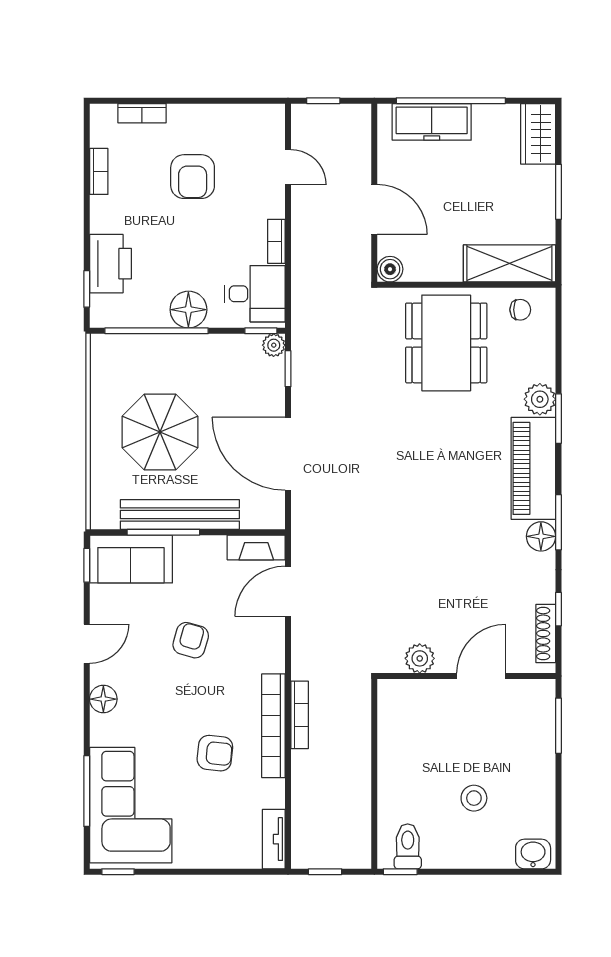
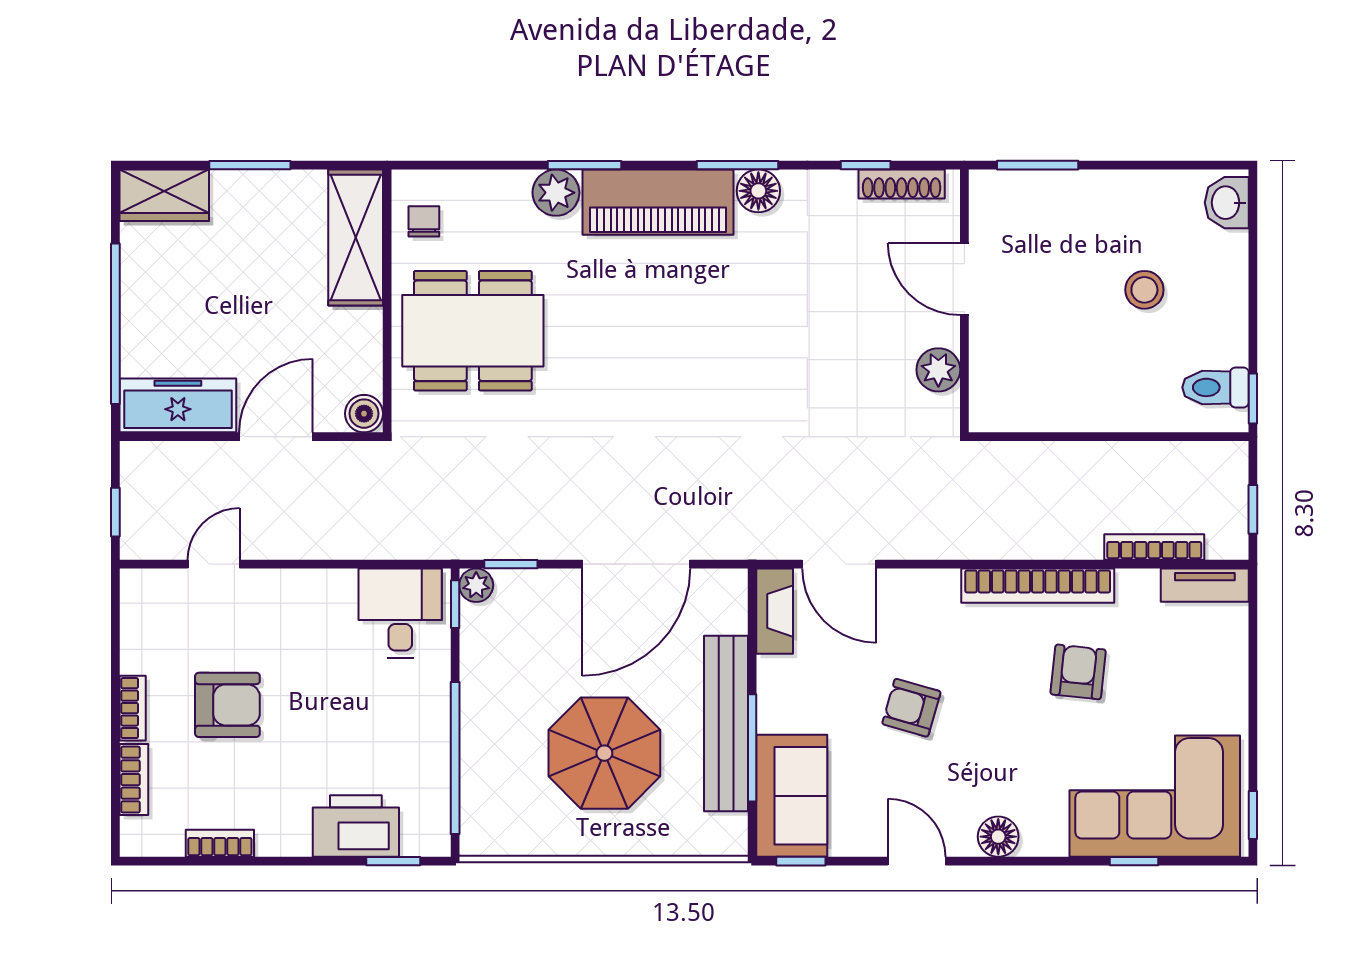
freezer: (432, 122) -> (178, 405), moved, turned -90
bookcase: (276, 241) -> (133, 708), moved, turned -90
floor lamp: (188, 310) -> (424, 711), removed
bookcase: (300, 715) -> (1154, 547), moved
window: (87, 791) -> (1134, 861), width x0.46

